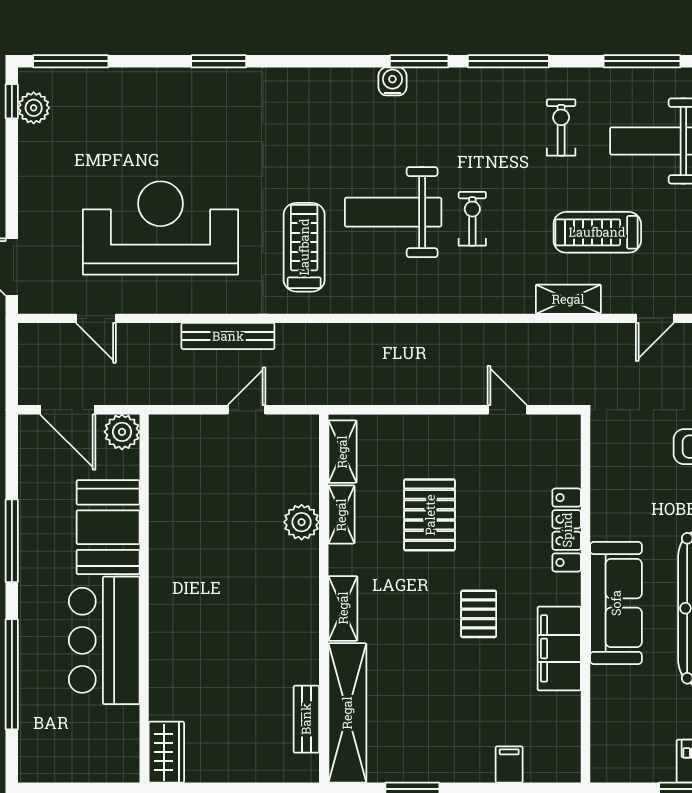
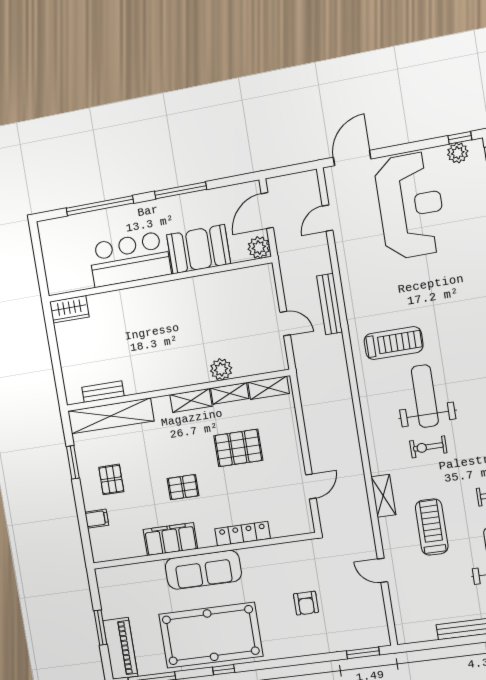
exercise bike: (472, 219) -> (428, 447), turned 180
reception desk: (161, 228) -> (411, 206), moved
shelving: (568, 299) -> (383, 496), moved
shelving: (343, 608) -> (191, 400), moved
pallet: (449, 729) -> (111, 479), added

